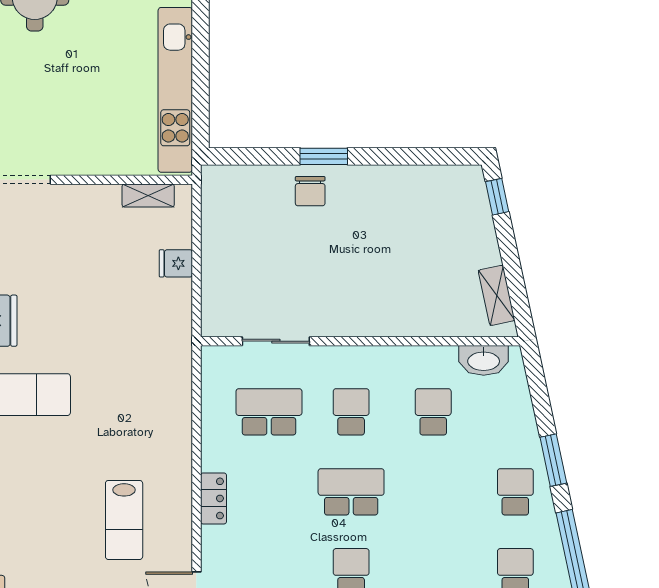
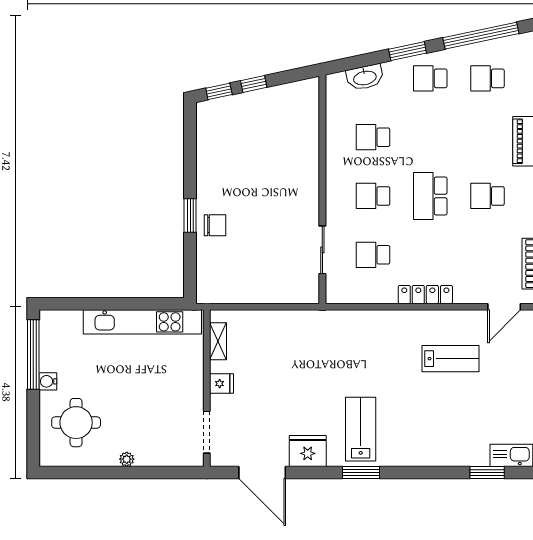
window: (508, 245) -> (254, 84), added
fridge: (176, 263) -> (221, 384), moved, turned -90
shelving: (497, 295) -> (290, 92), removed
washbasin: (484, 360) -> (365, 77), moved, turned 78
school desk: (269, 412) -> (373, 255), width x0.54
locker: (213, 498) -> (425, 295), width x1.53

